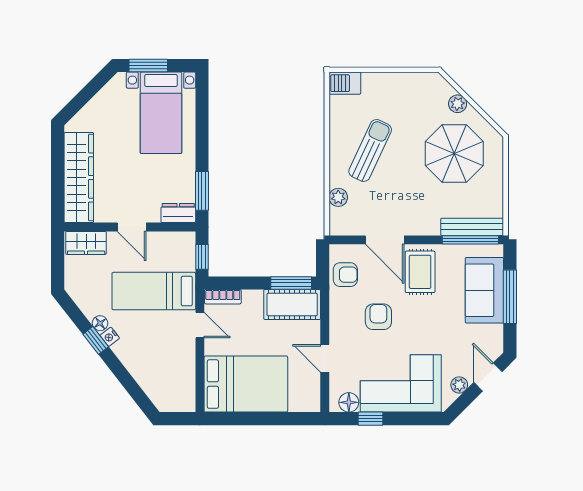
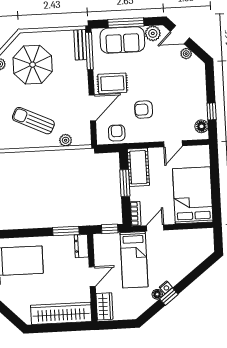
bench: (472, 227) -> (80, 45), width x0.73
window: (291, 283) -> (125, 183), moved
plant: (492, 336) -> (153, 33), added
corner sofa: (401, 383) -> (187, 92), removed

